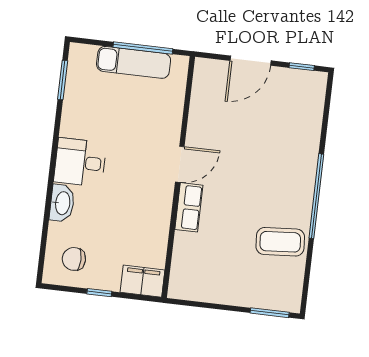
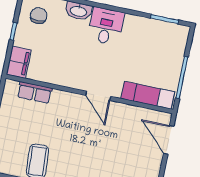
door: (251, 61) -> (169, 140), moved
exam couch: (134, 62) -> (148, 95), moved, turned 90
row of seats: (189, 207) -> (35, 92), moved

